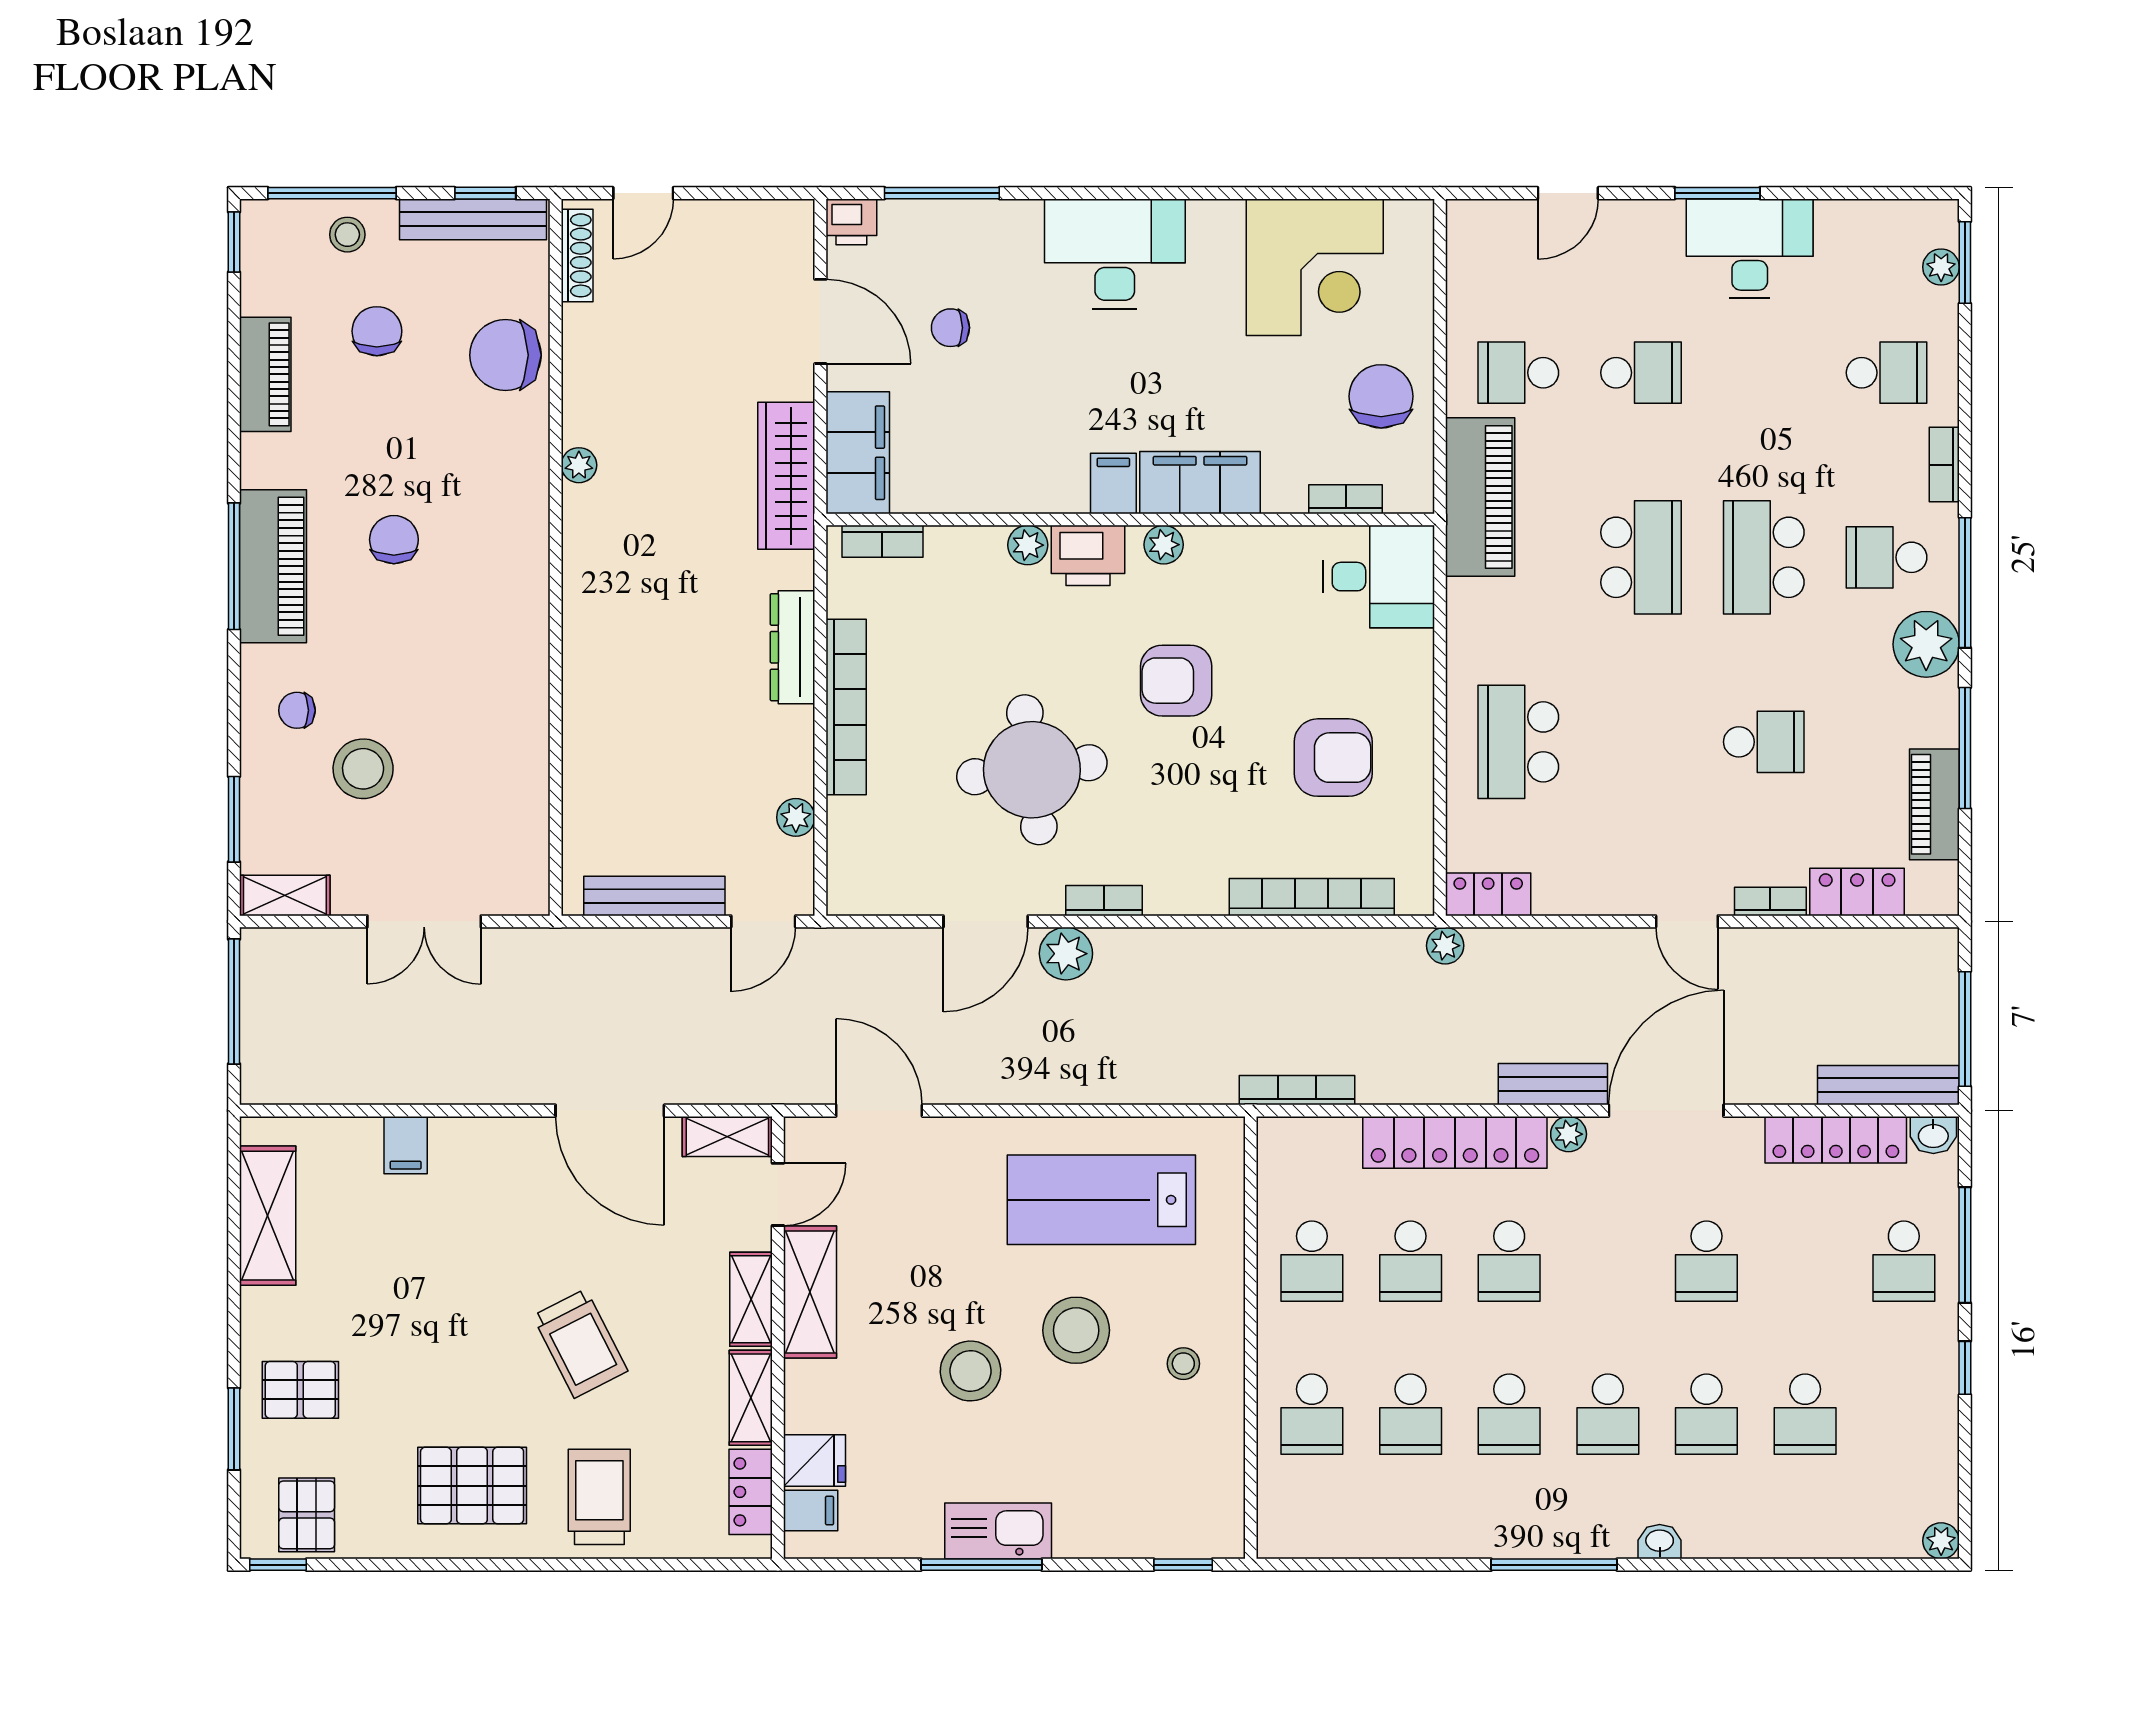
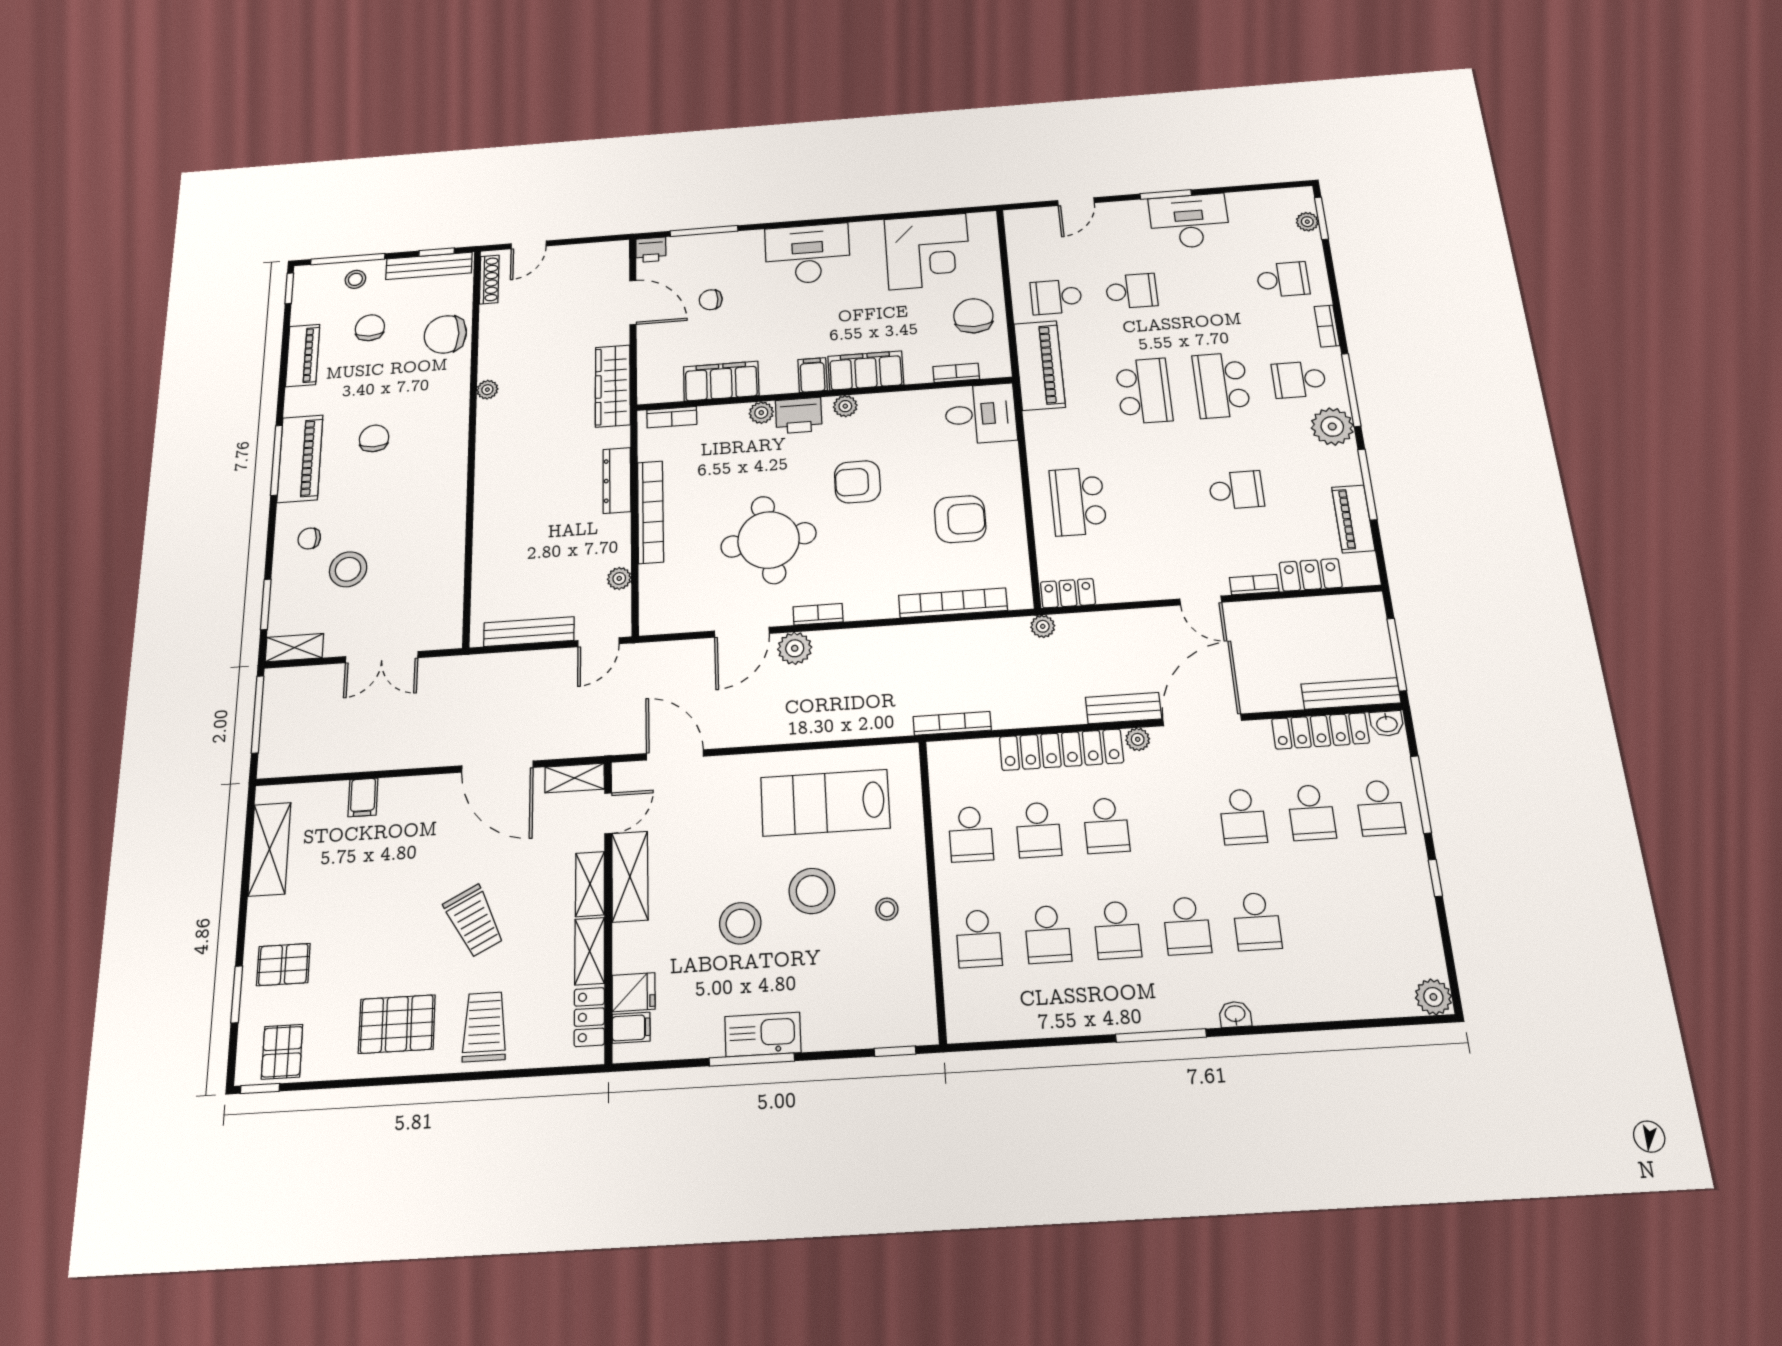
filing cabinet: (858, 453) -> (721, 381), moved, turned -90
school desk: (1805, 1414) -> (1311, 812), moved
plant: (1941, 1541) -> (1433, 997), width x1.38, depth x1.38

